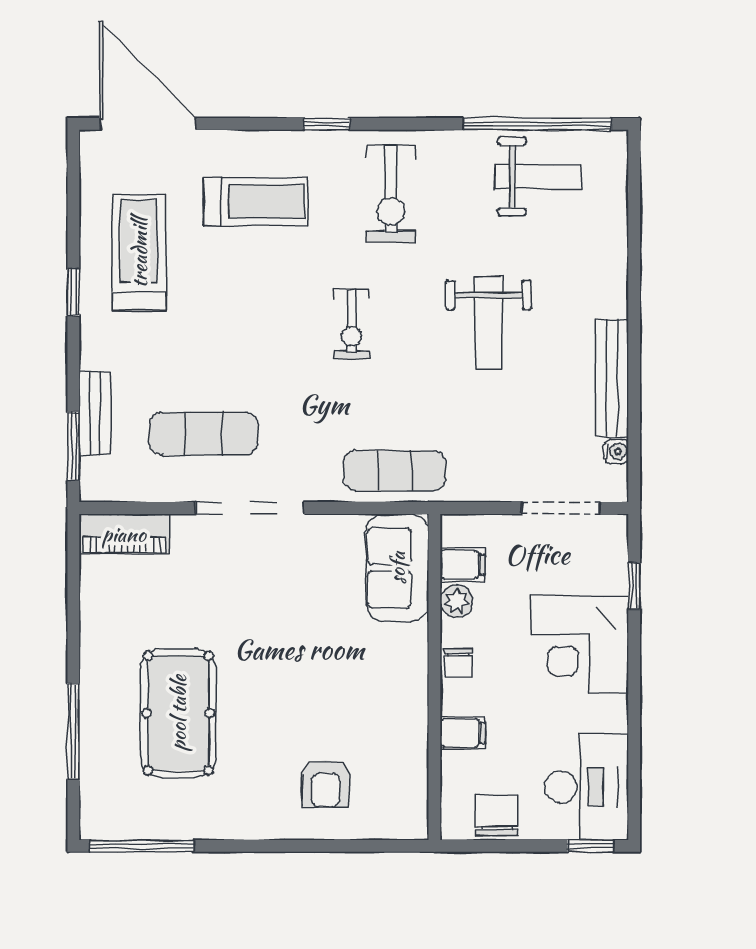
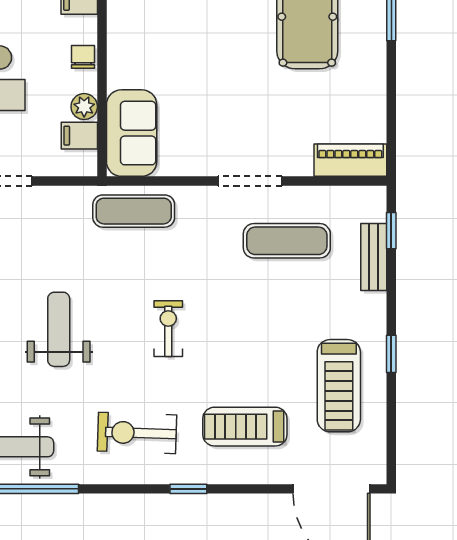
exercise bike: (391, 194) -> (137, 433), turned -88
window: (73, 446) -> (391, 231), width x0.67
doorway: (250, 508) -> (250, 181), width x0.73

